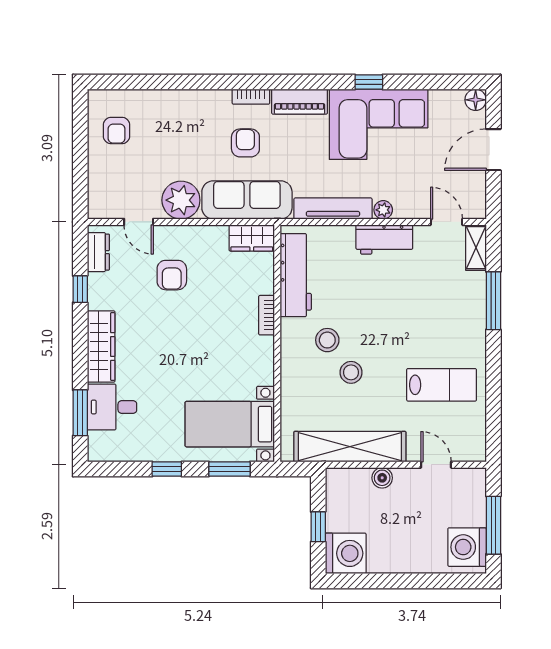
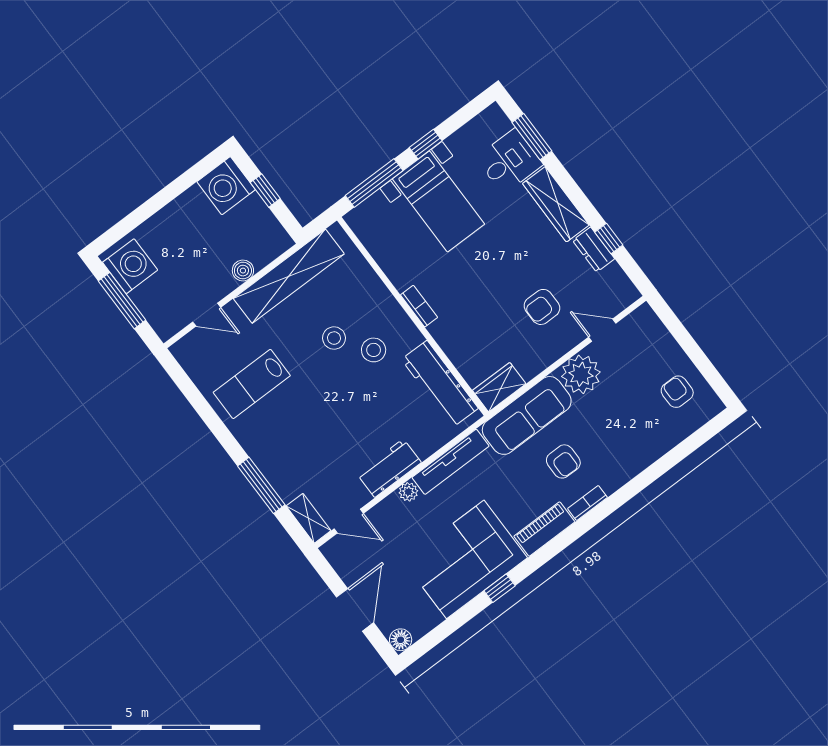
dresser: (98, 252) -> (594, 250), moved
armchair: (172, 275) -> (542, 307), turned -90
bookcase: (267, 315) -> (419, 306), moved
bed with nightstands: (230, 424) -> (438, 201), moved, turned 90
window: (229, 469) -> (374, 183), width x1.44

